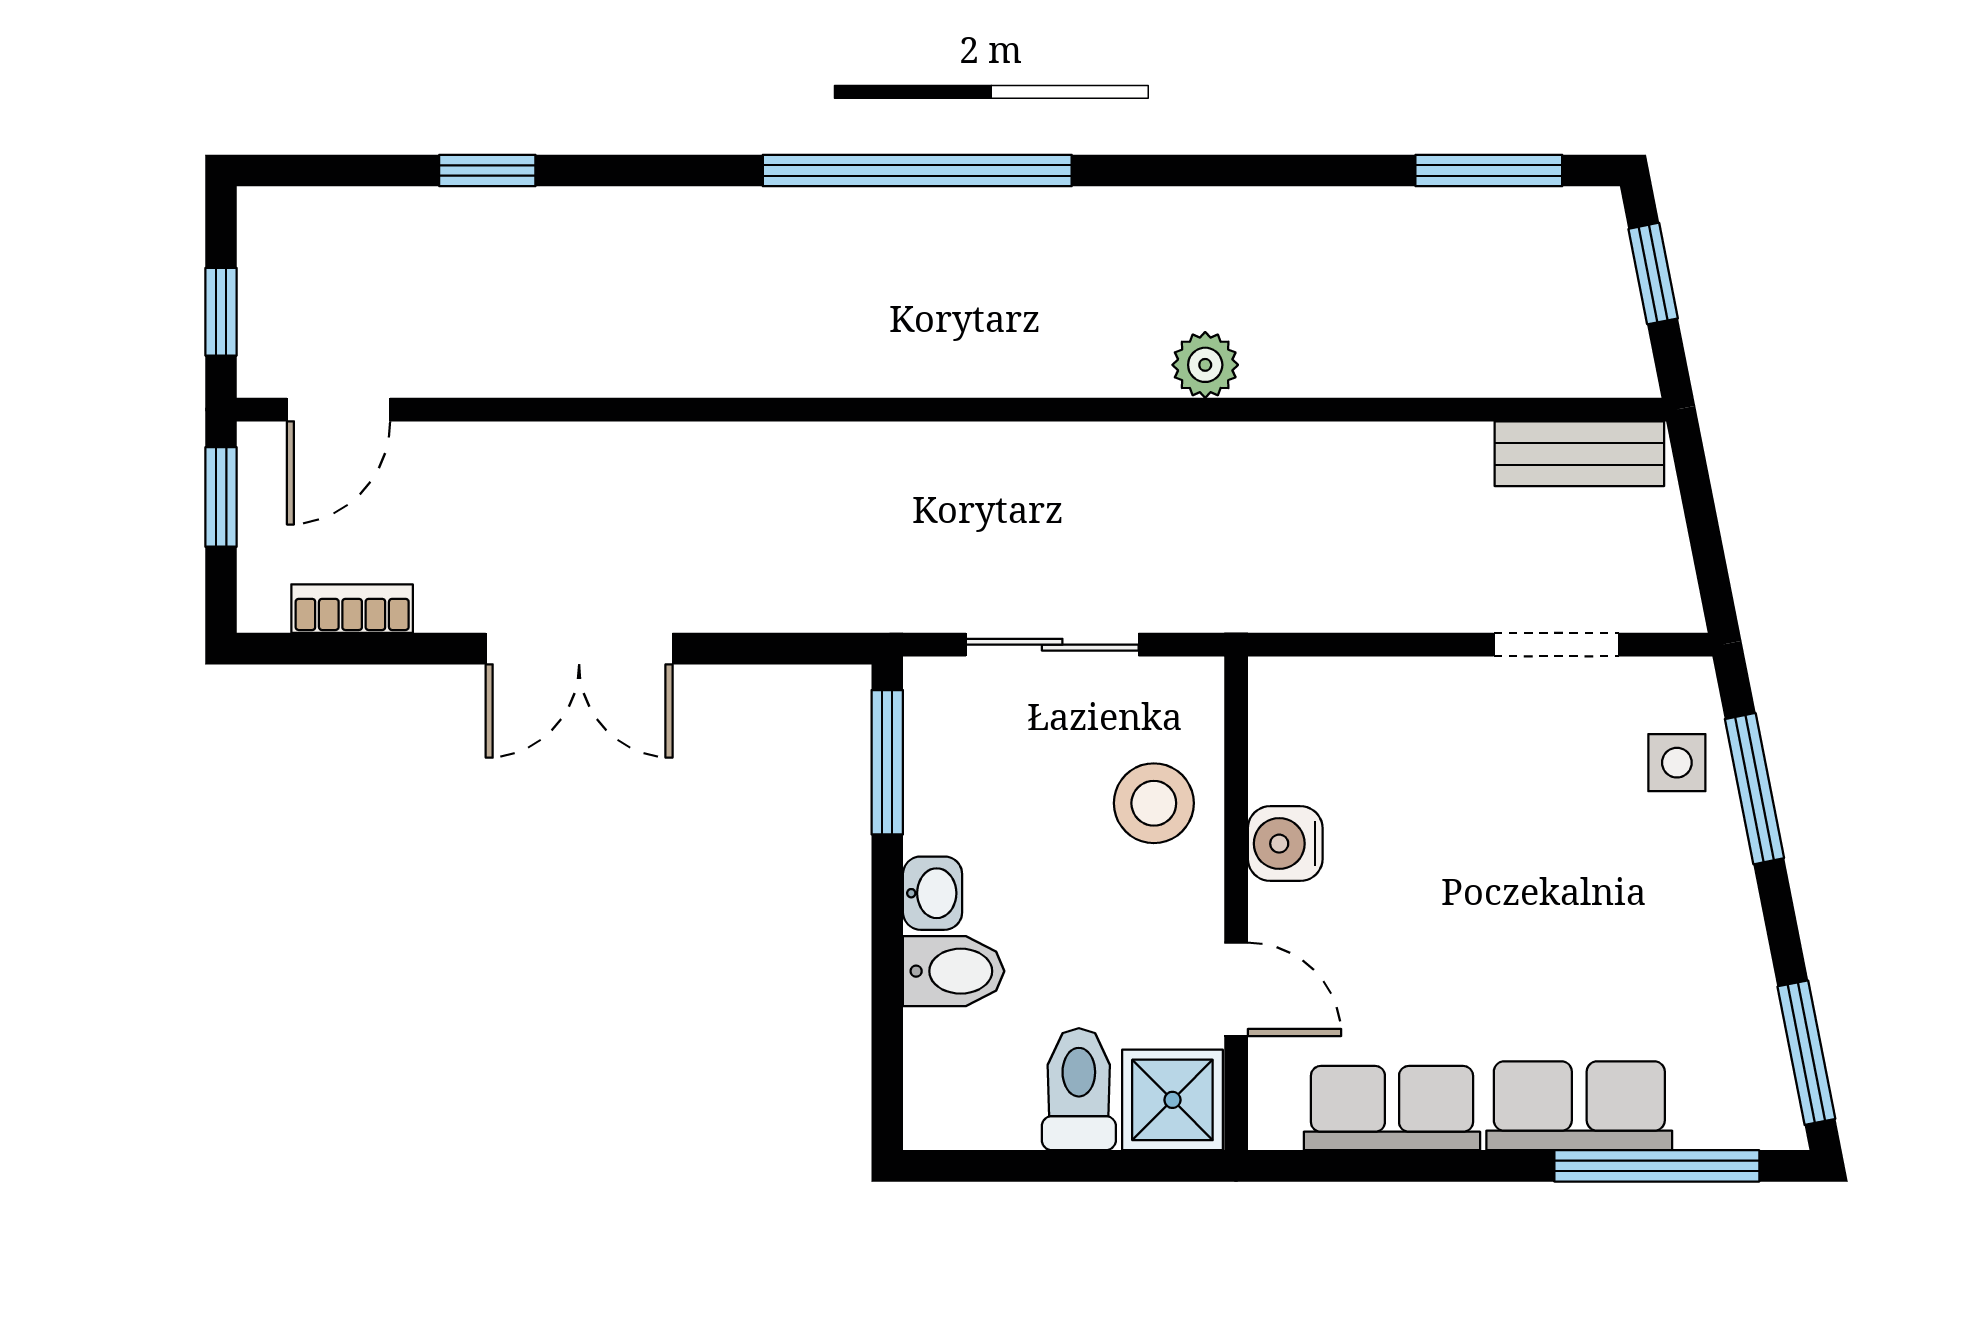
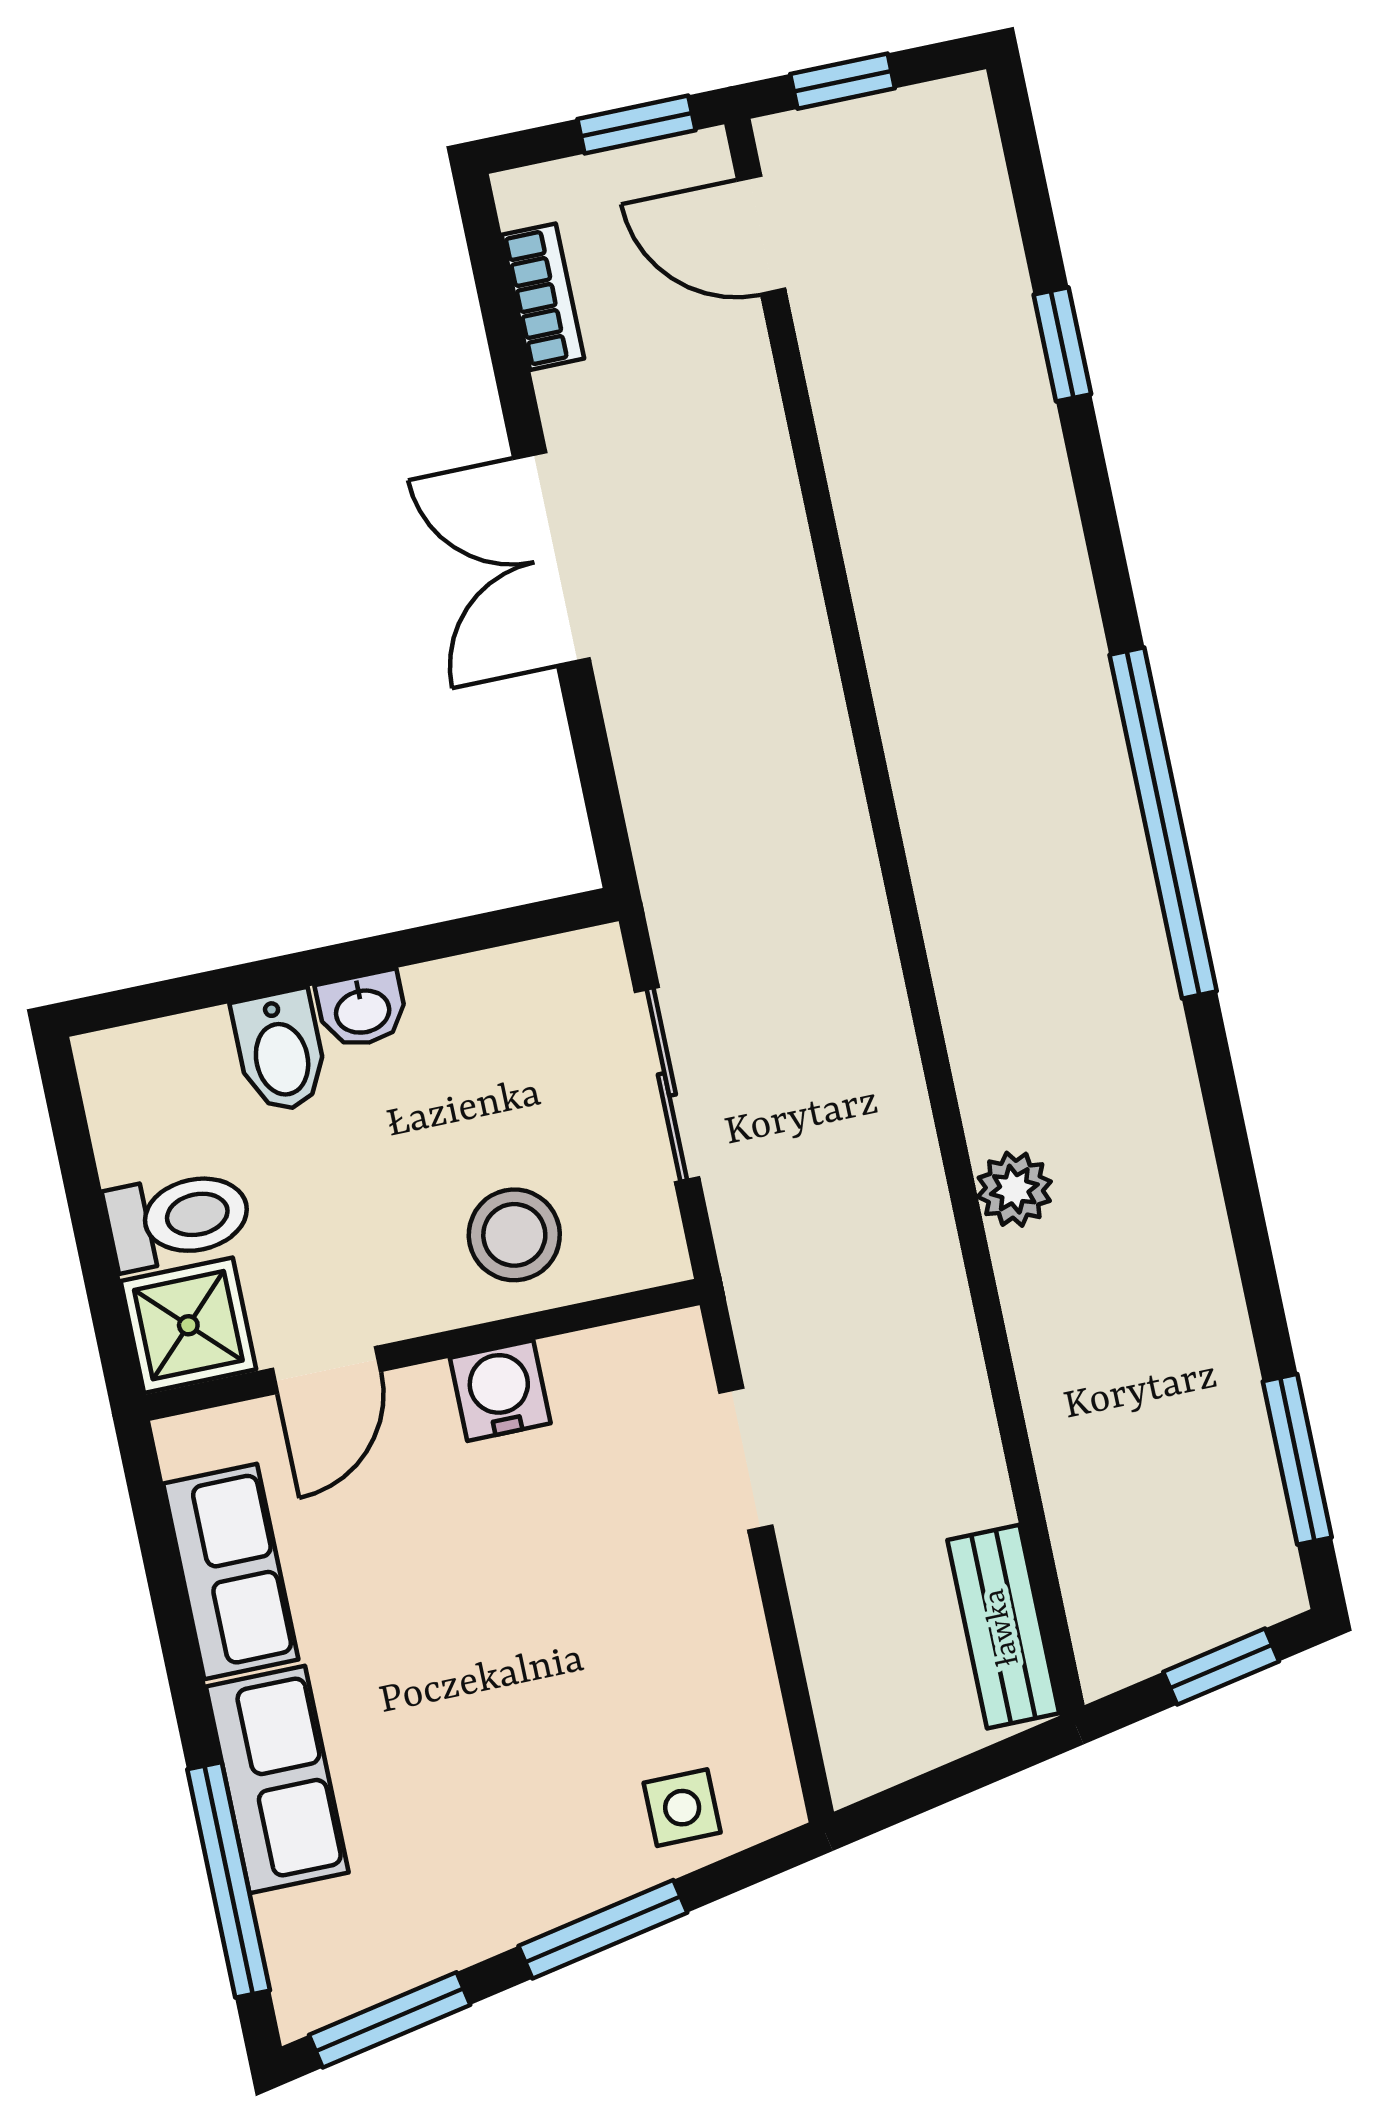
doorway: (1556, 645) -> (746, 1459), moved
window: (887, 762) -> (497, 928), removed
window: (1754, 789) -> (603, 1929), moved

